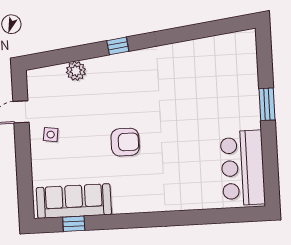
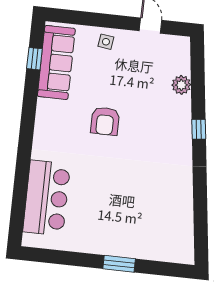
side table: (51, 135) -> (106, 42), moved
bar counter: (243, 168) -> (47, 198), moved, turned 90

